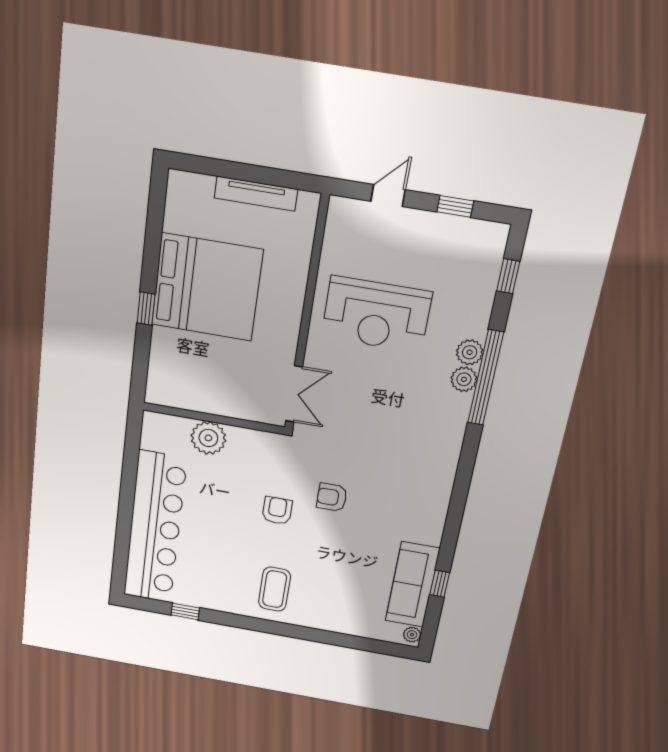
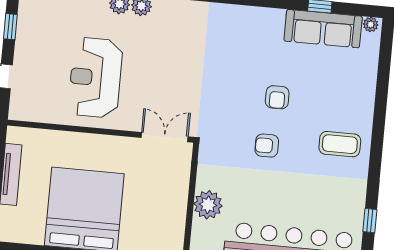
reception desk: (376, 314) -> (95, 78), turned 180
armchair: (332, 497) -> (277, 97), moved

